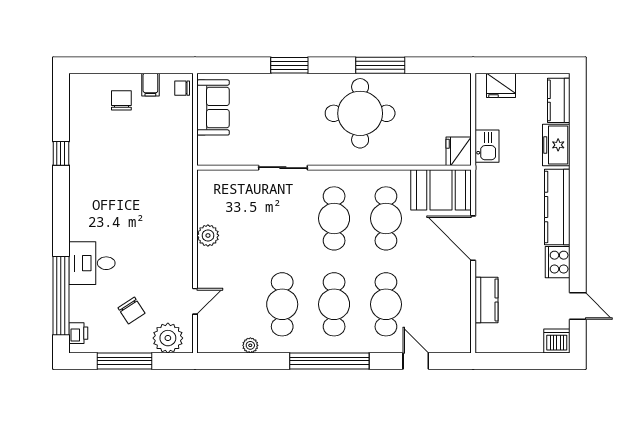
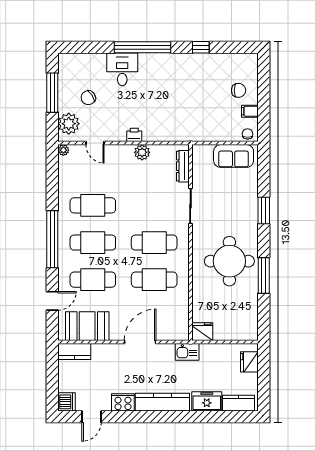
kitchen sink: (487, 146) -> (187, 352), moved
dresser: (227, 178) -> (183, 166), added
booth: (441, 190) -> (87, 326), moved, turned 90
window: (61, 296) -> (142, 47), moved
kitchen counter: (487, 300) -> (74, 352), moved
printer: (78, 333) -> (134, 135), moved, turned 180
plant: (250, 345) -> (63, 150), moved

